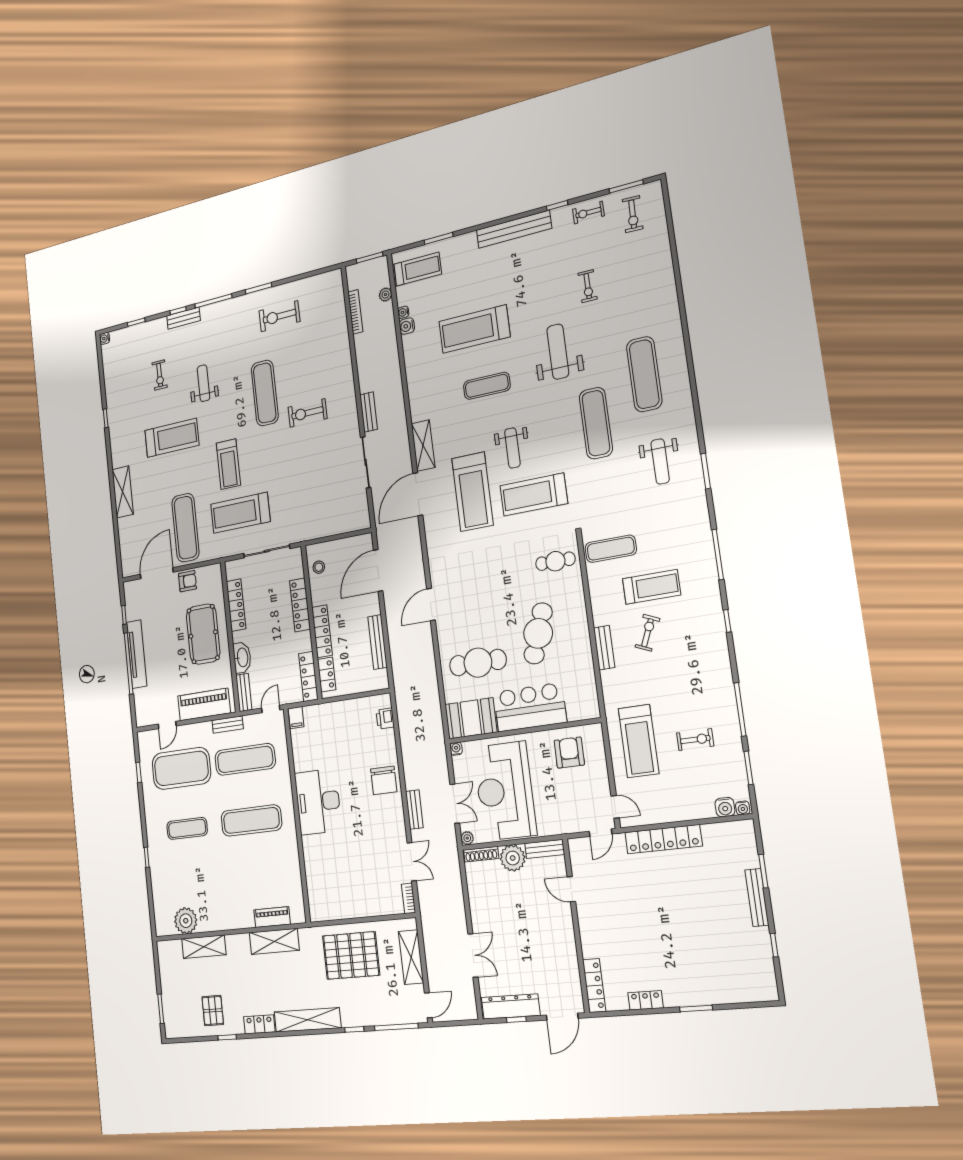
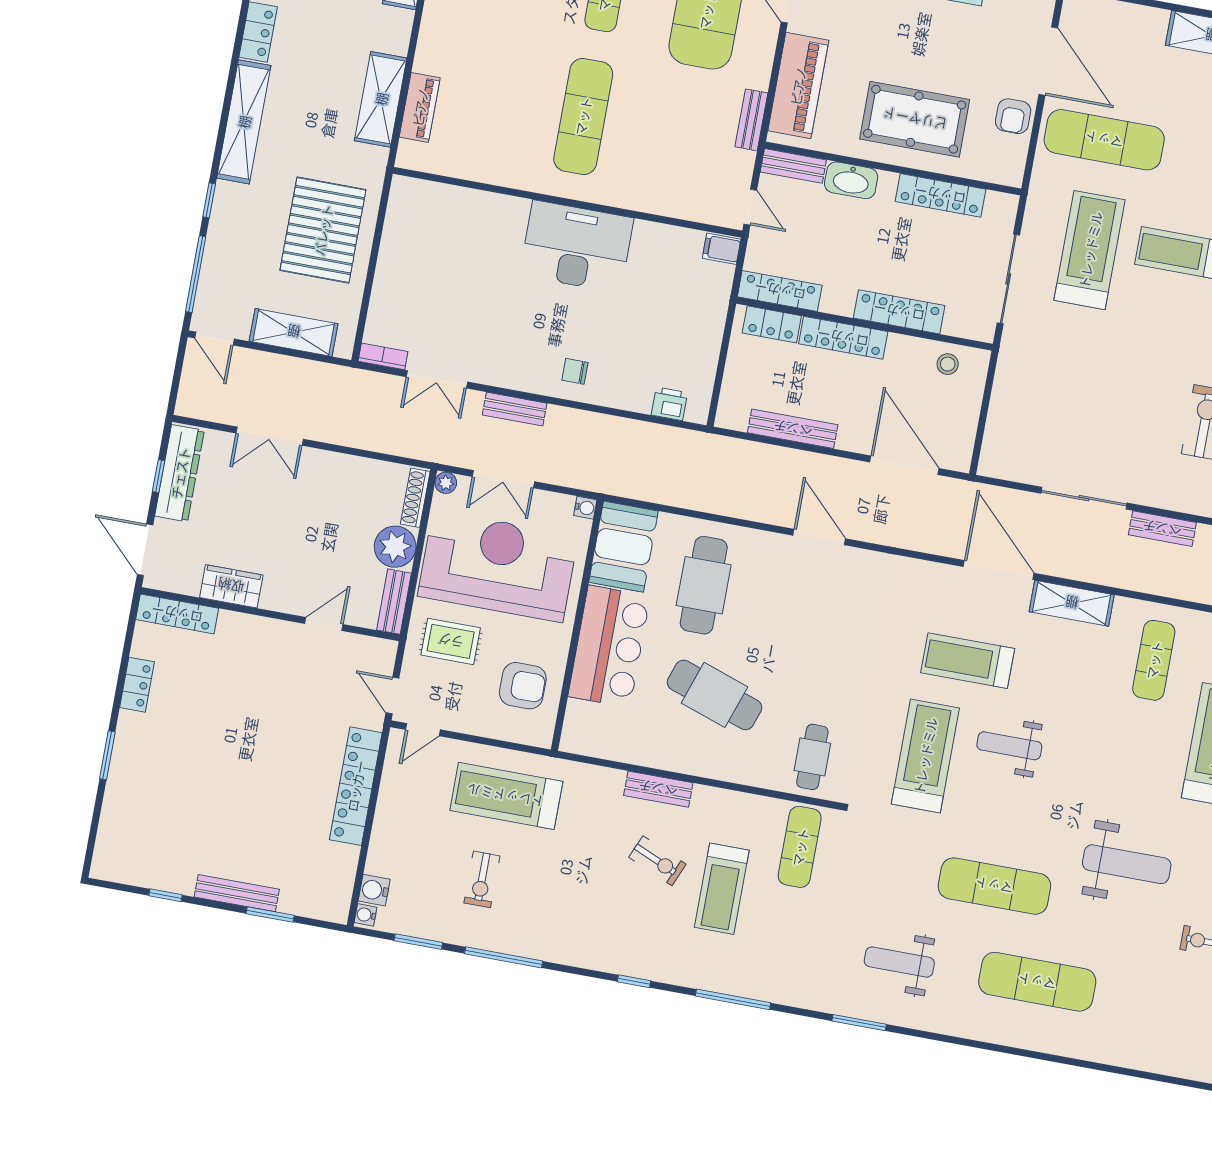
exercise mat: (487, 386) -> (1154, 660), moved
treadmill: (472, 492) -> (968, 661), width x0.73, depth x0.73
exercise mat: (245, 759) -> (684, 135), removed
chair: (384, 780) -> (575, 371), width x0.54, depth x0.54
rug: (557, 806) -> (451, 641), added
wardrobe: (567, 955) -> (231, 586), added

